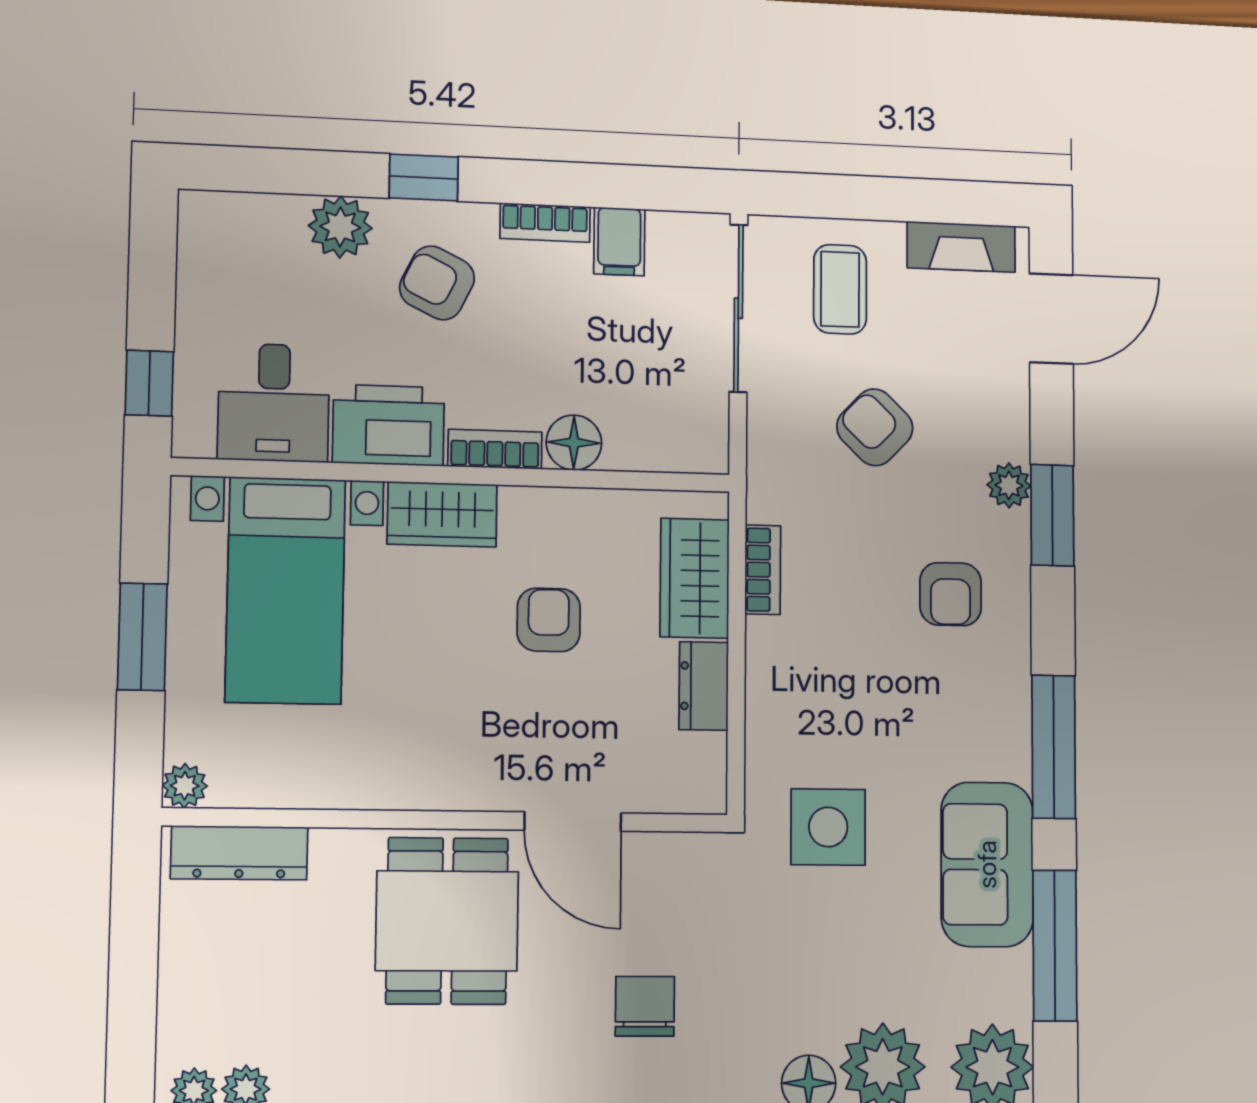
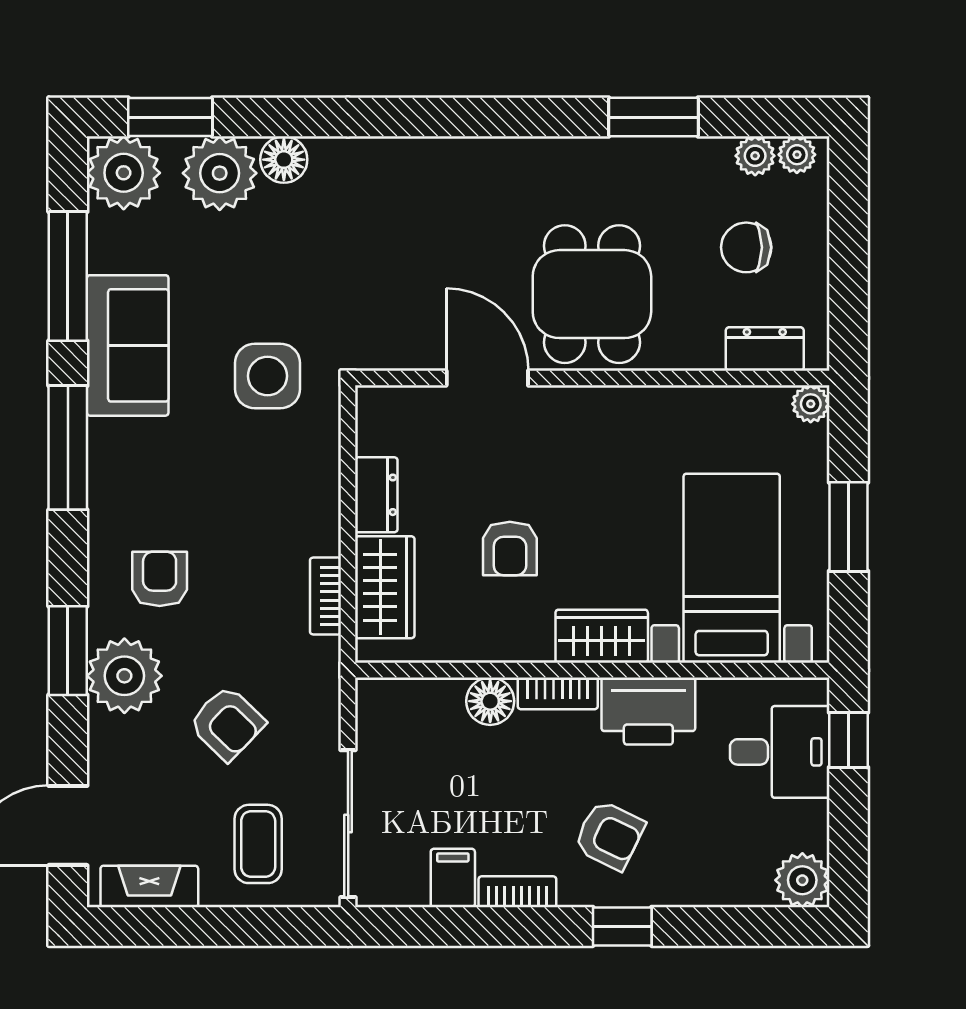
plant: (340, 227) -> (802, 880), moved
desk: (274, 403) -> (780, 752), moved, turned 90
plant: (1009, 485) -> (124, 676), width x1.88, depth x1.88
dresser: (239, 853) -> (765, 349), width x0.70
chair: (645, 1006) -> (746, 247), moved, turned 90

